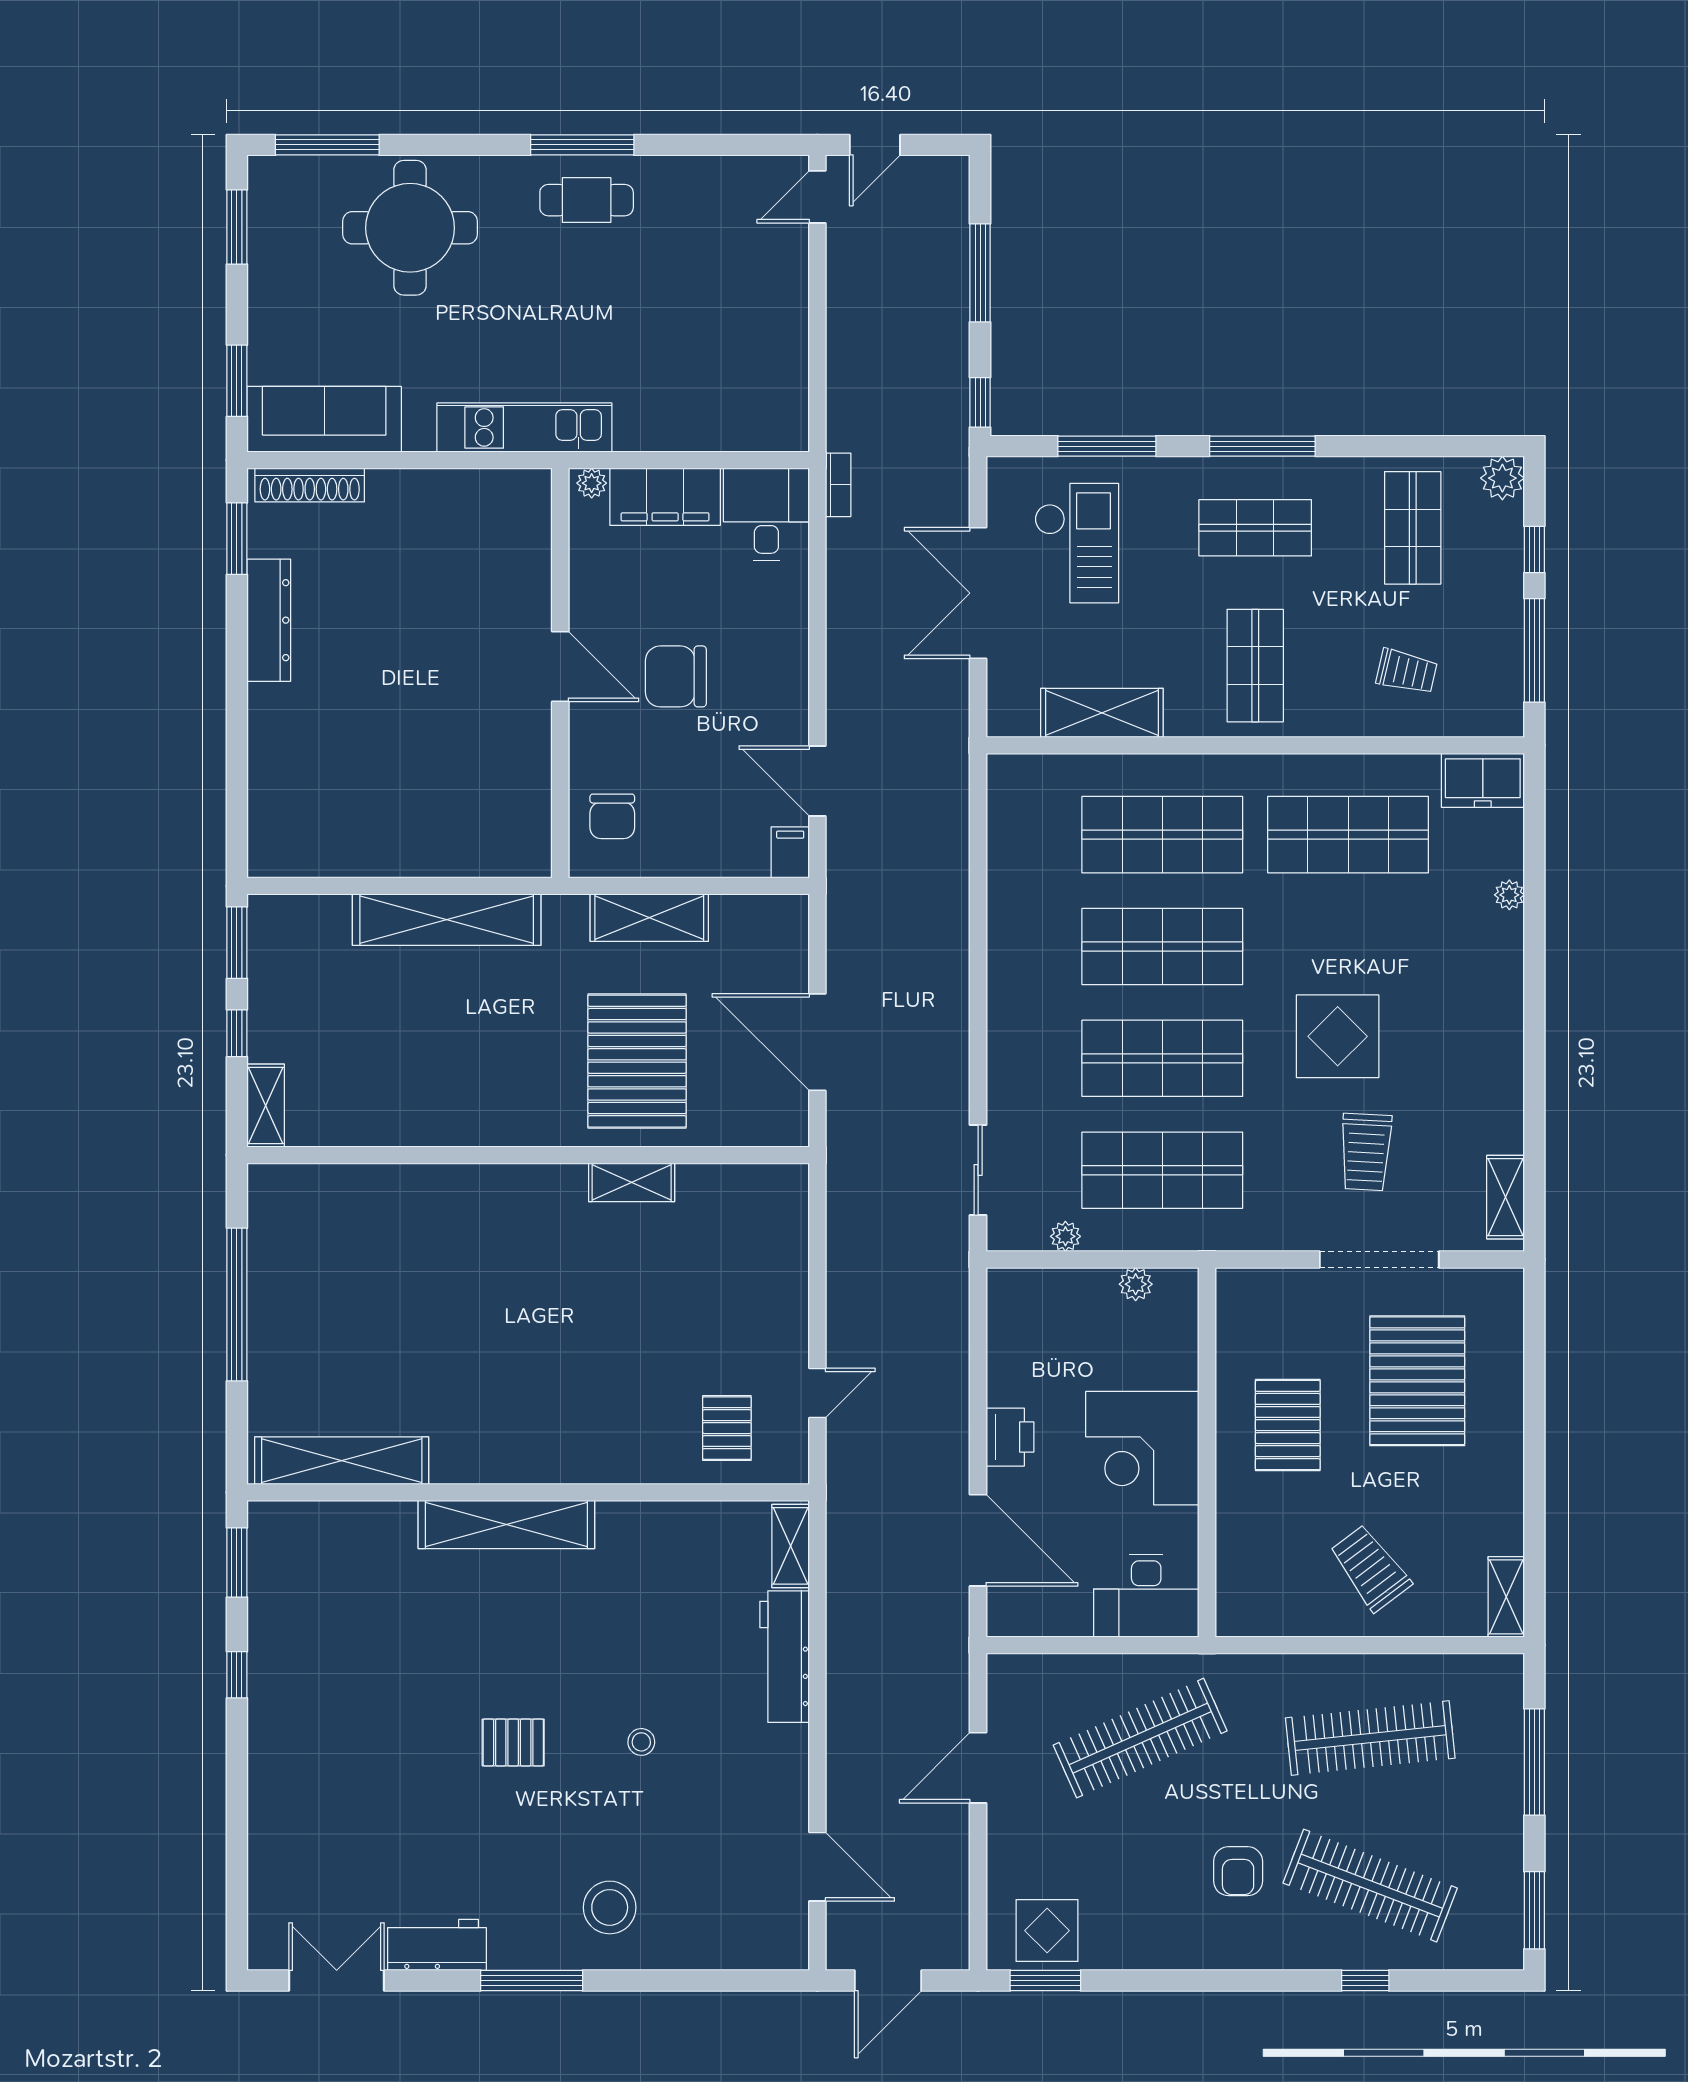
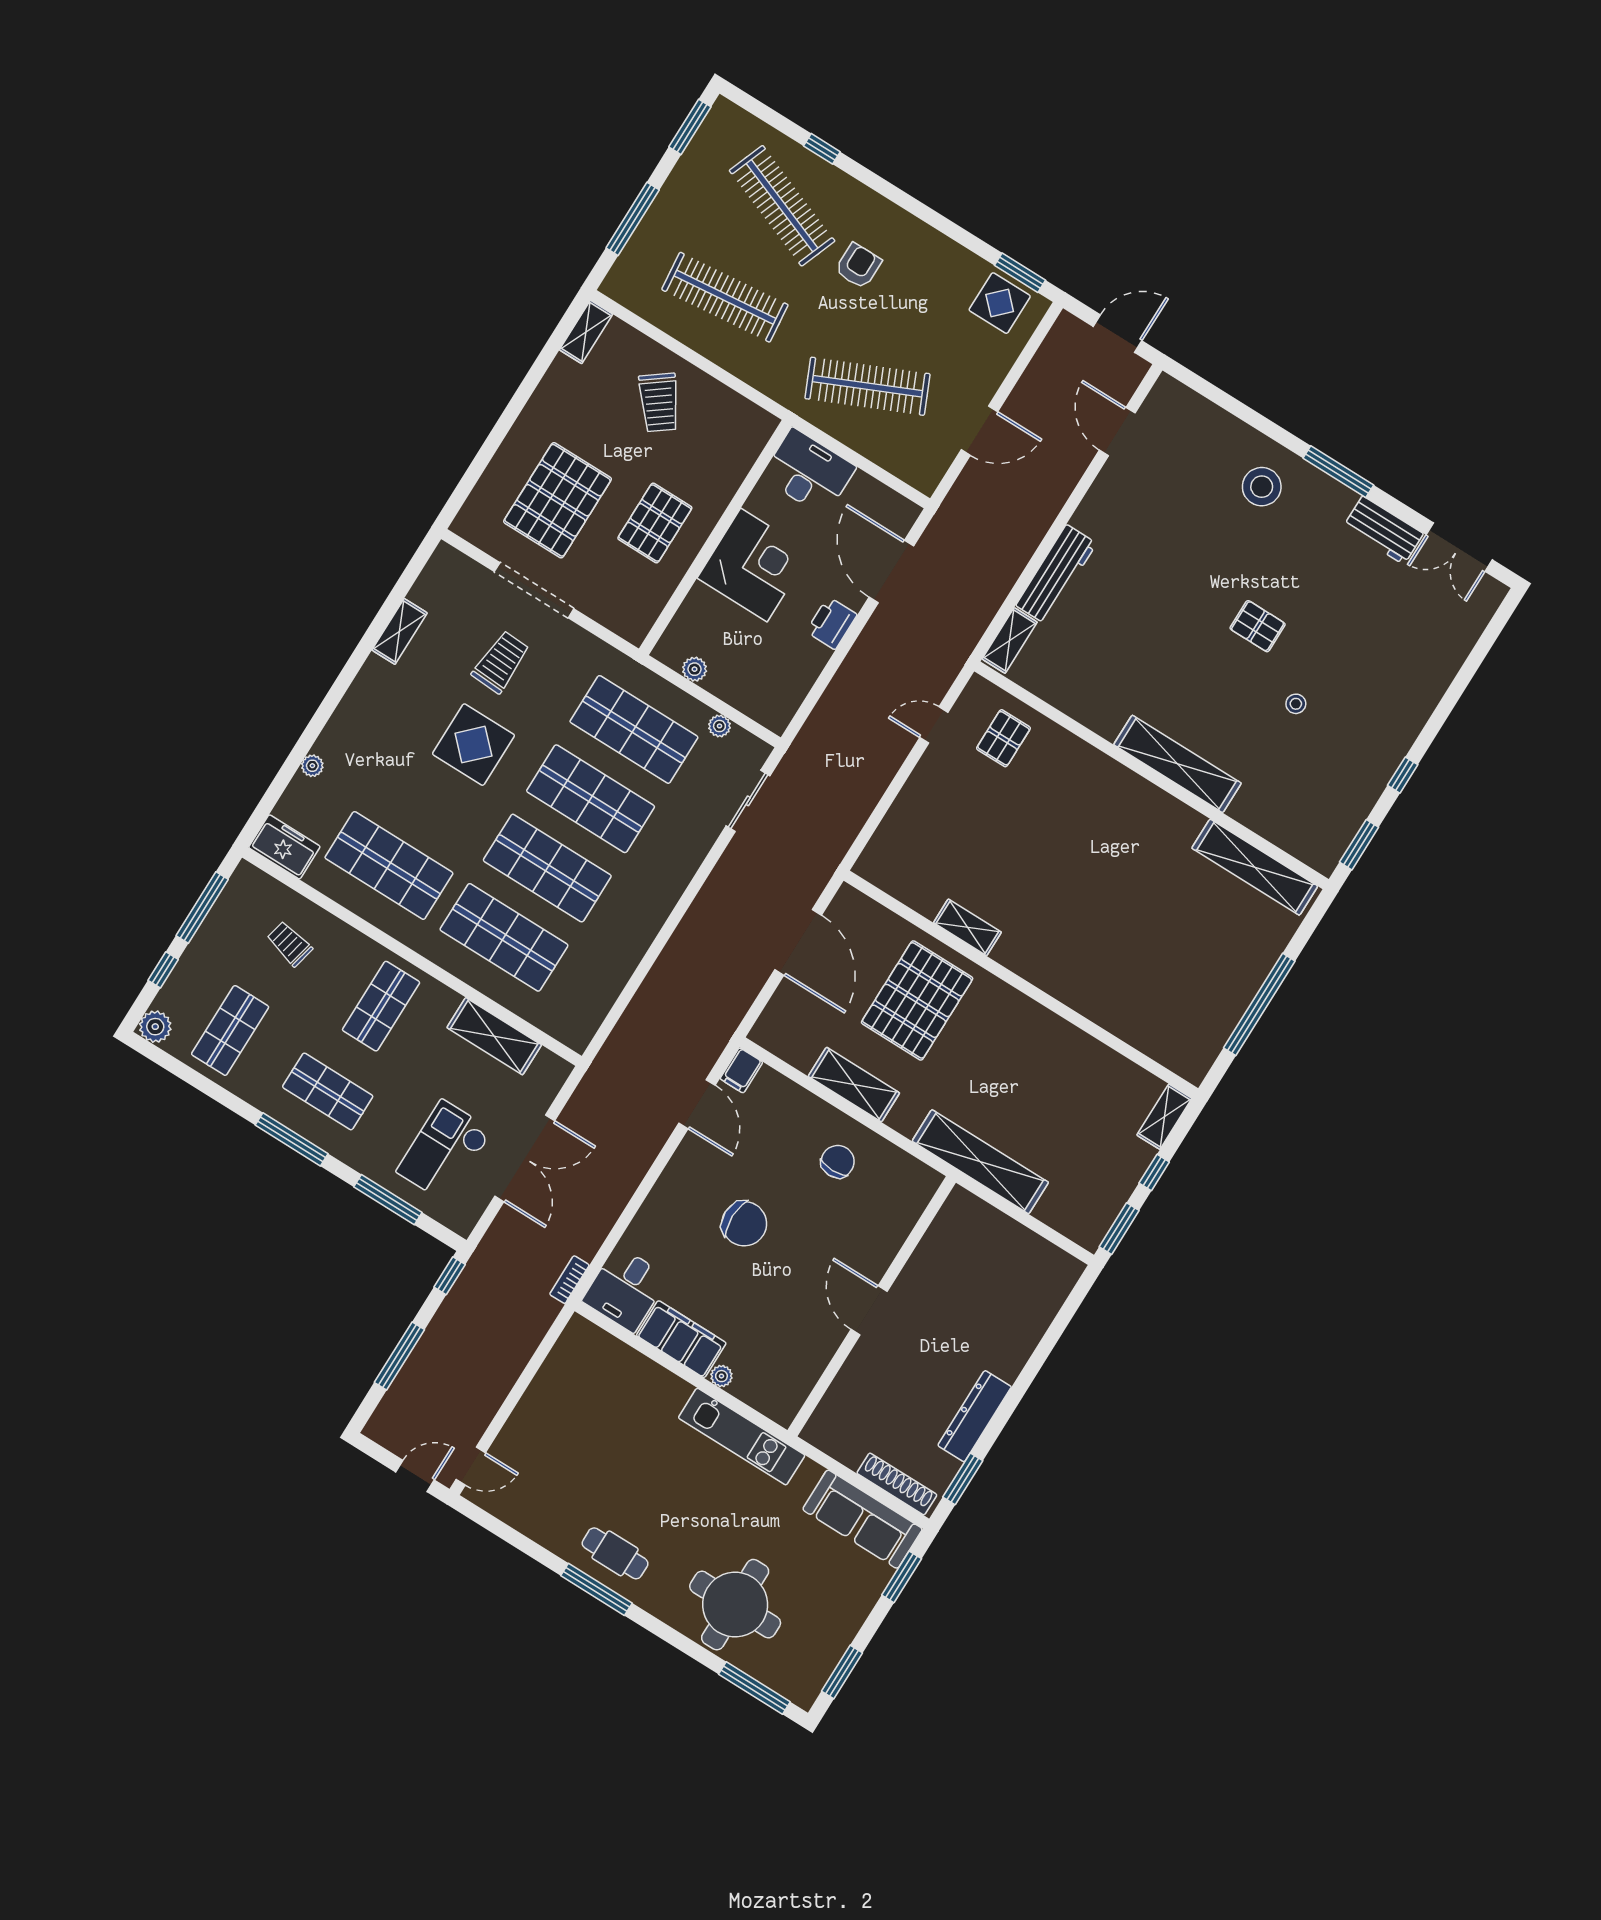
door: (560, 666) -> (869, 1310), moved
wall: (560, 673) -> (872, 1306), moved
shelving: (1506, 1197) -> (399, 631), moved
stool: (641, 1742) -> (1296, 704), moved

